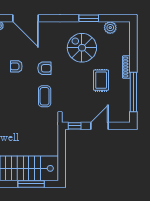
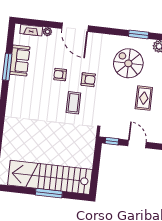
coffee table: (45, 96) -> (73, 103), moved
door: (99, 126) -> (137, 144), hinge flipped
window: (31, 184) -> (49, 193), moved

